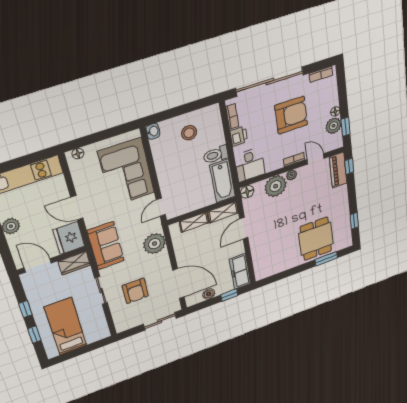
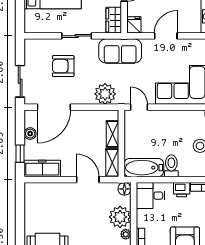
fridge: (69, 238) -> (134, 25), width x0.53, depth x0.75

